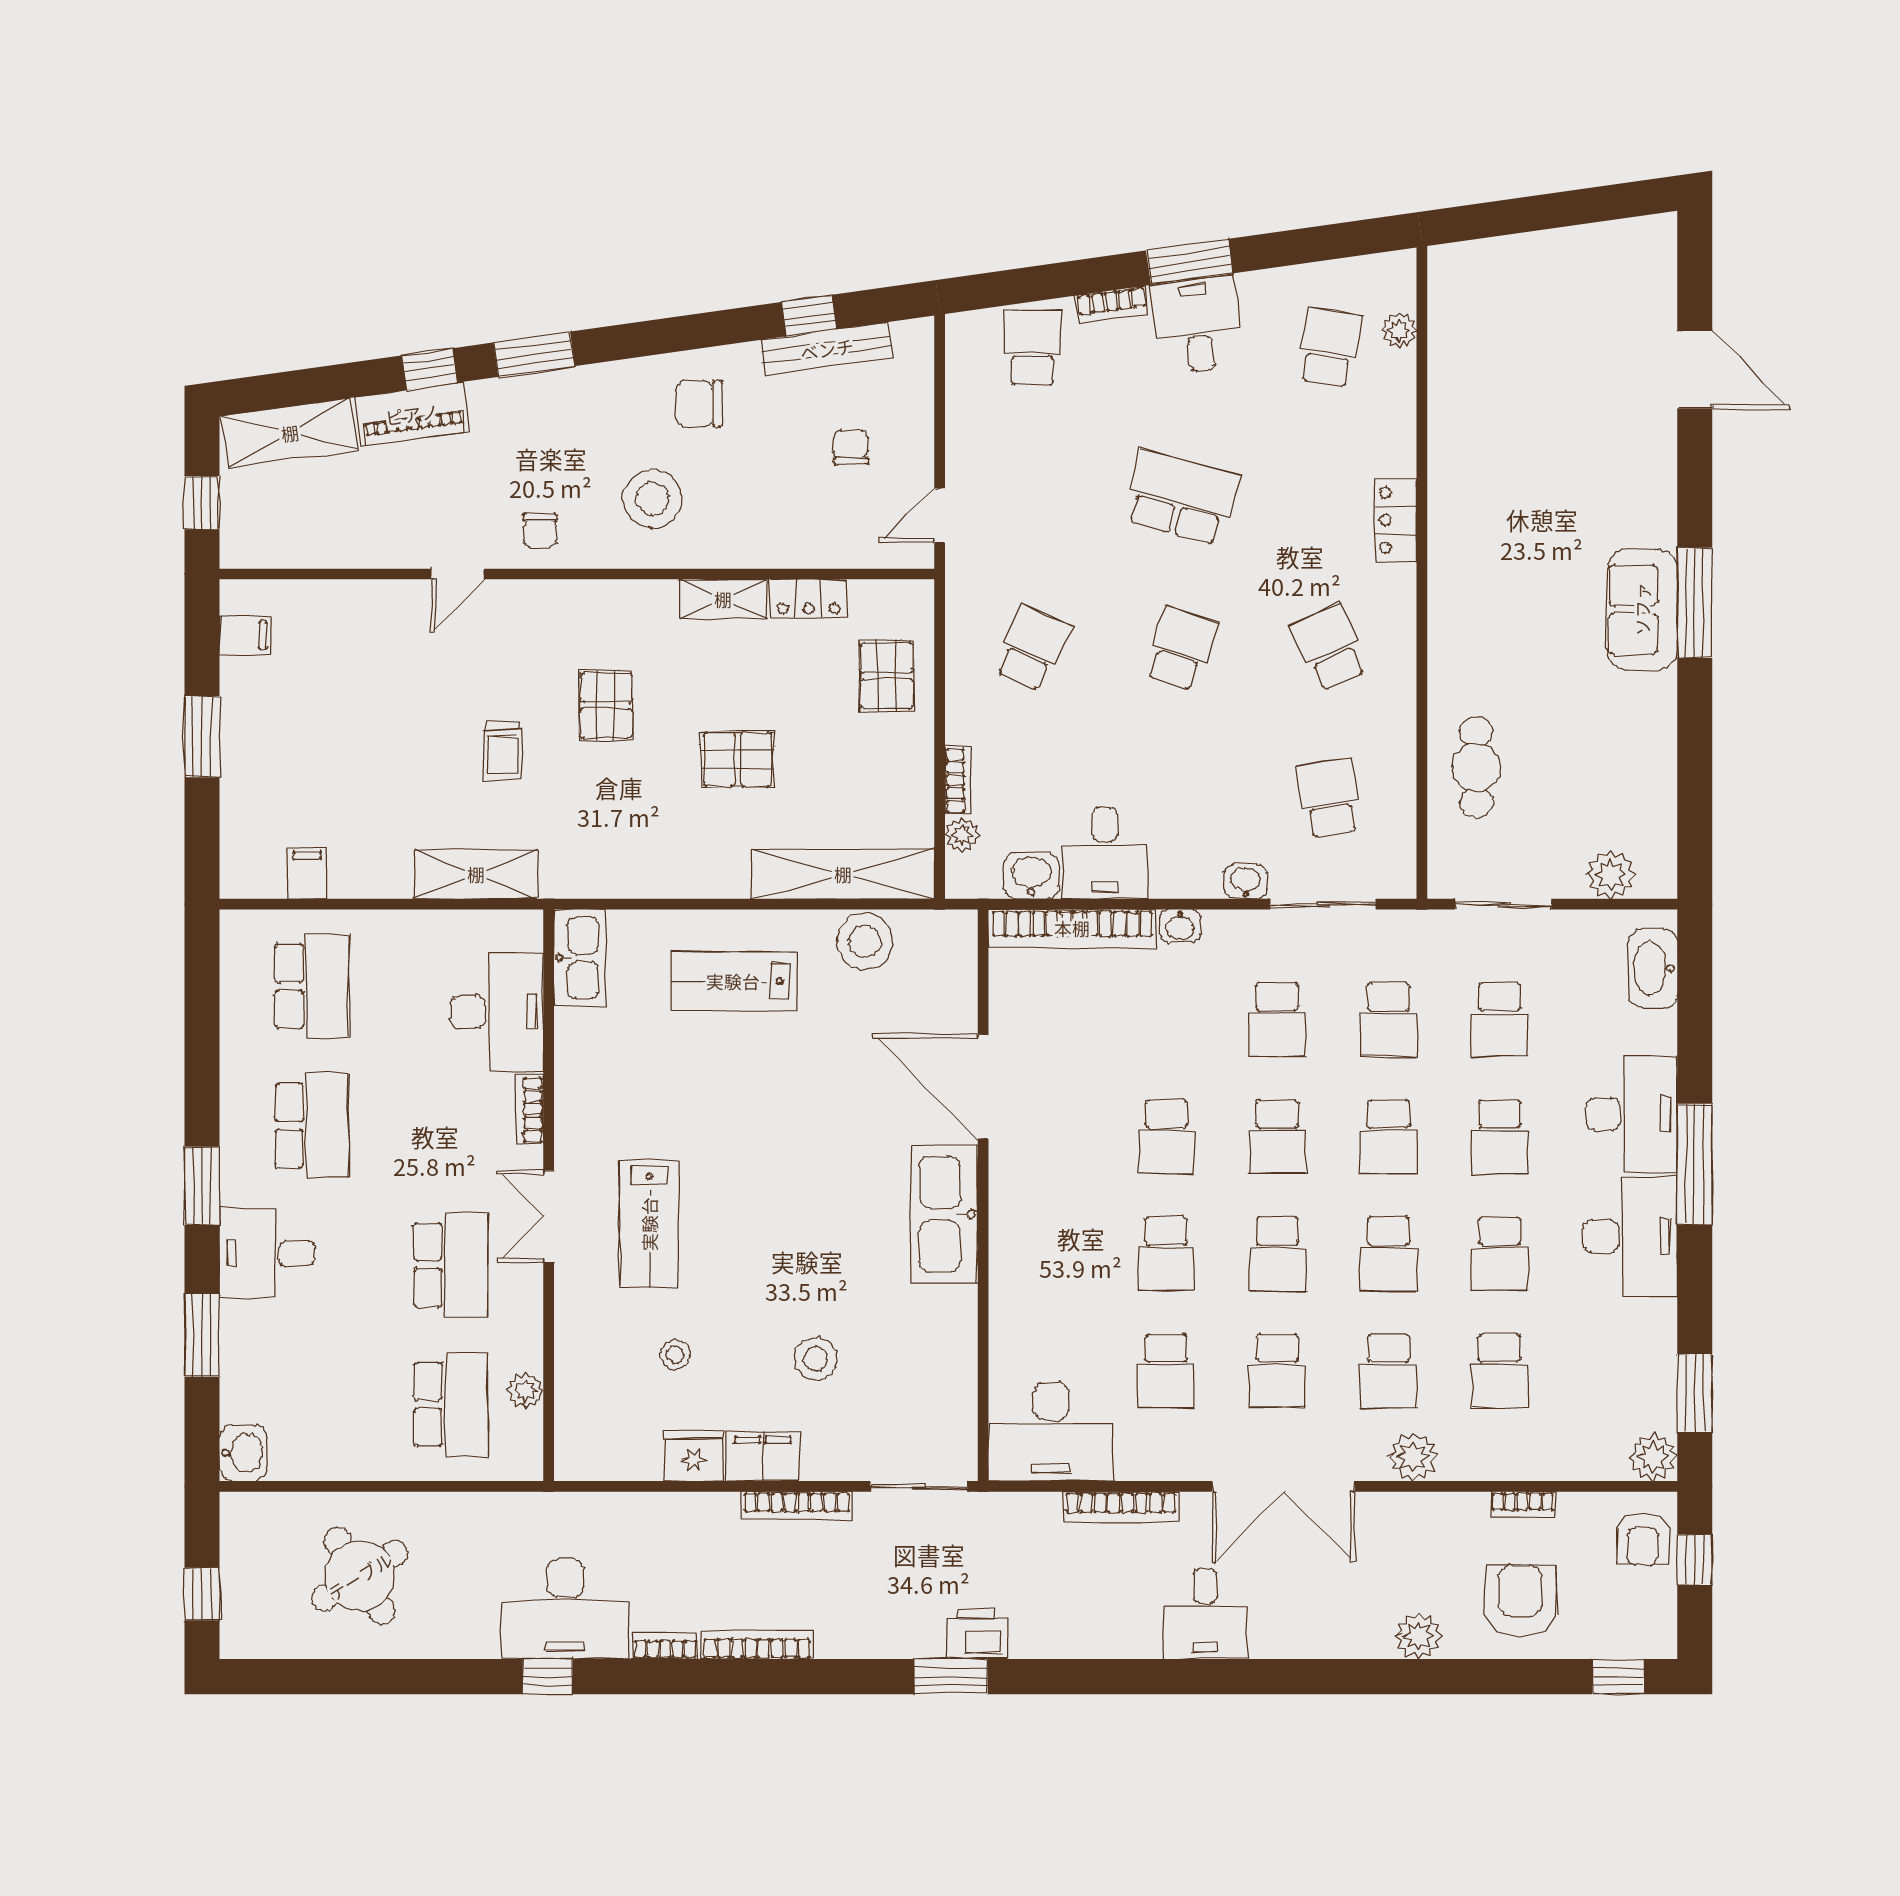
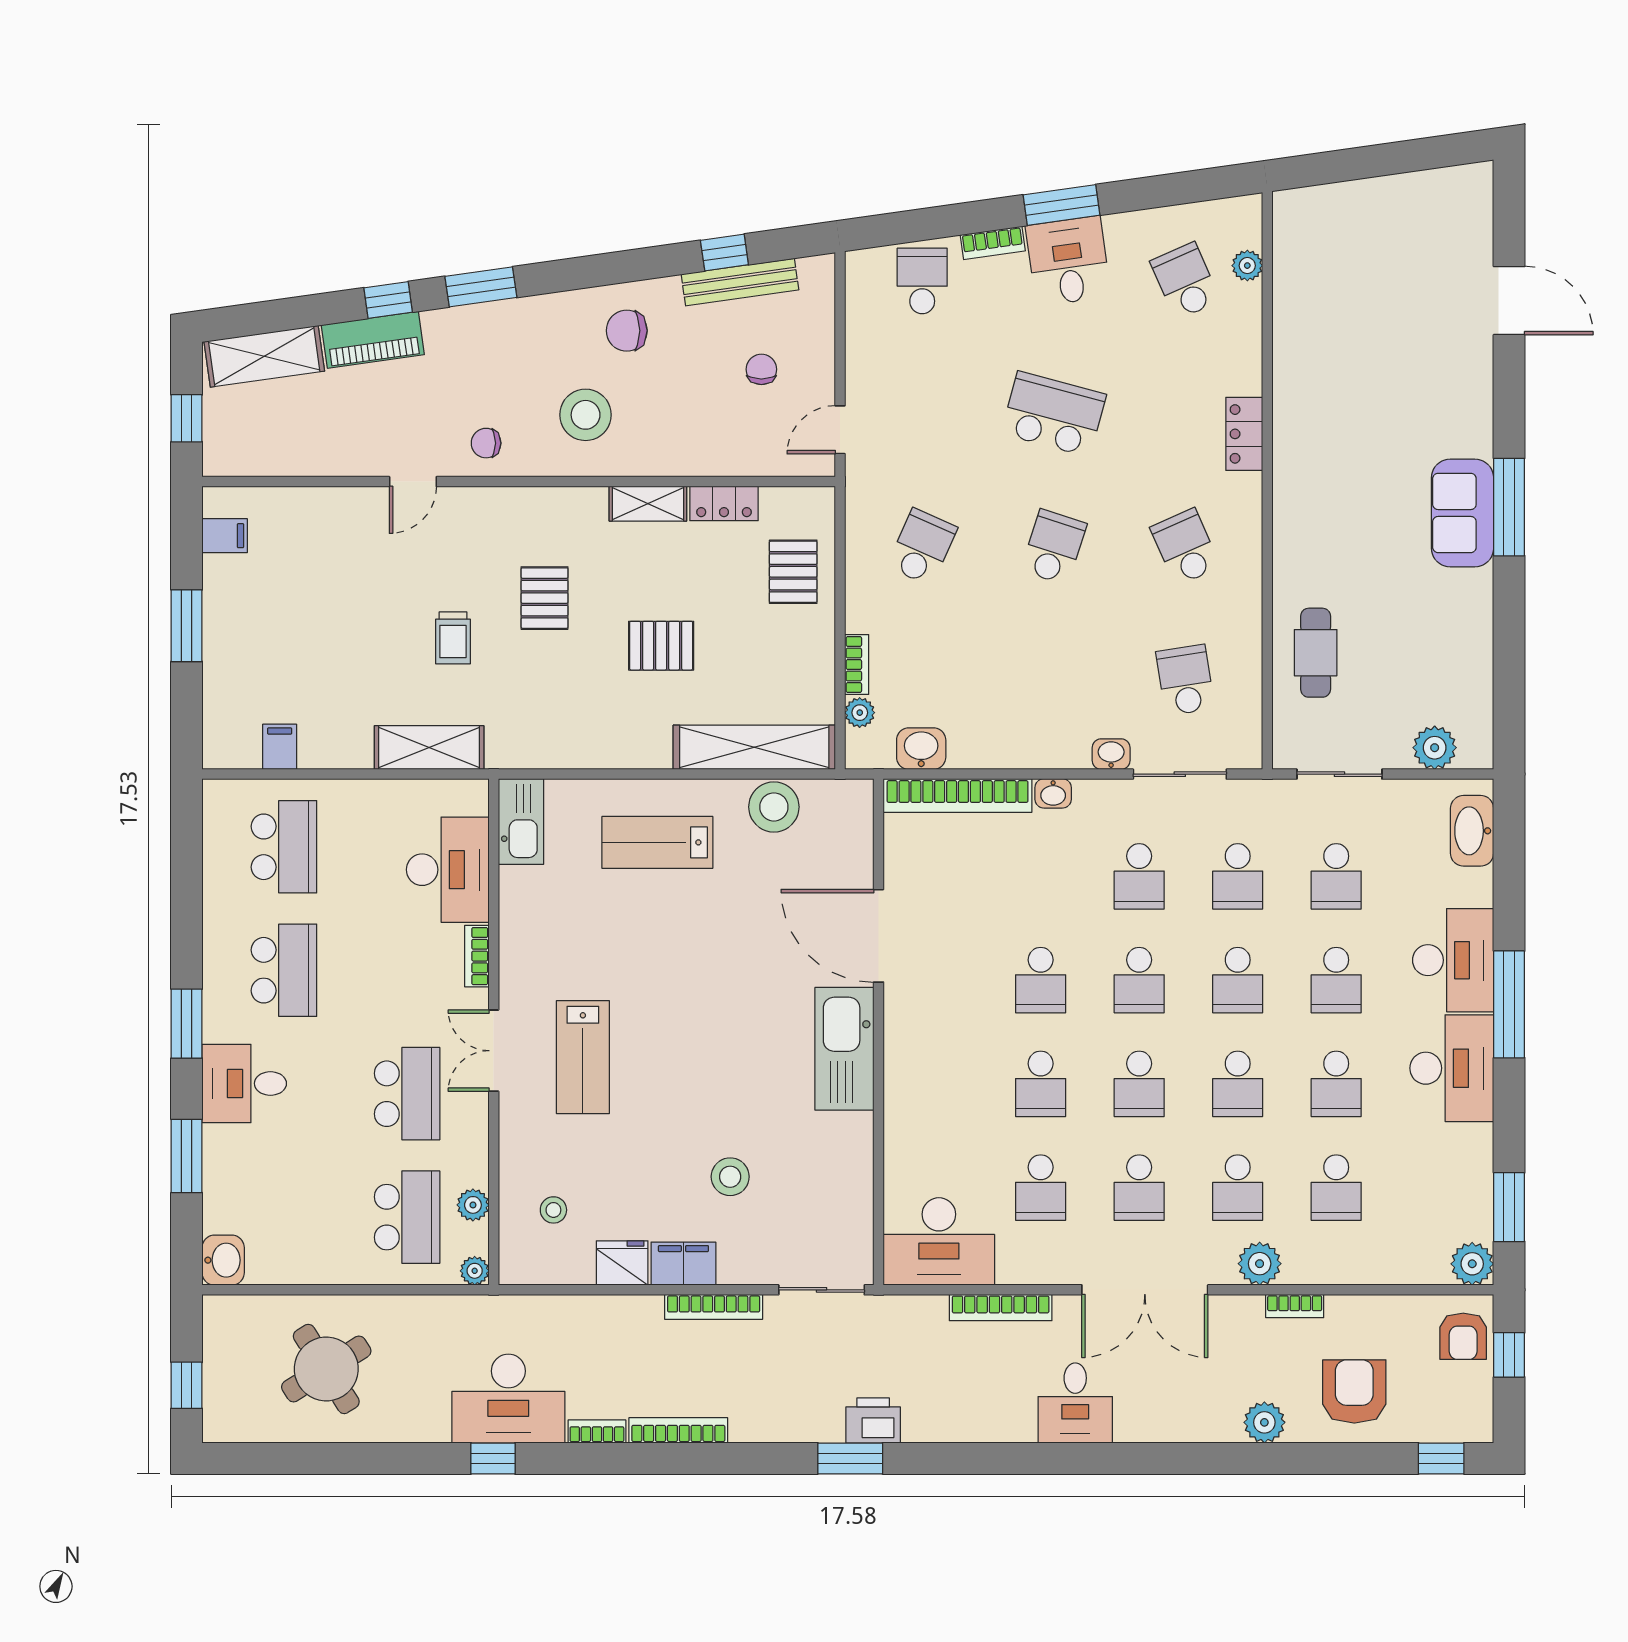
school desk: (1329, 348) -> (1185, 281), turned -33
chair: (540, 531) -> (486, 443), turned 90
desk: (1105, 853) -> (987, 729), removed
stool: (675, 1355) -> (553, 1210), moved
plant: (527, 1465) -> (475, 1271), added
bookcase: (1523, 1505) -> (1295, 1306), moved

